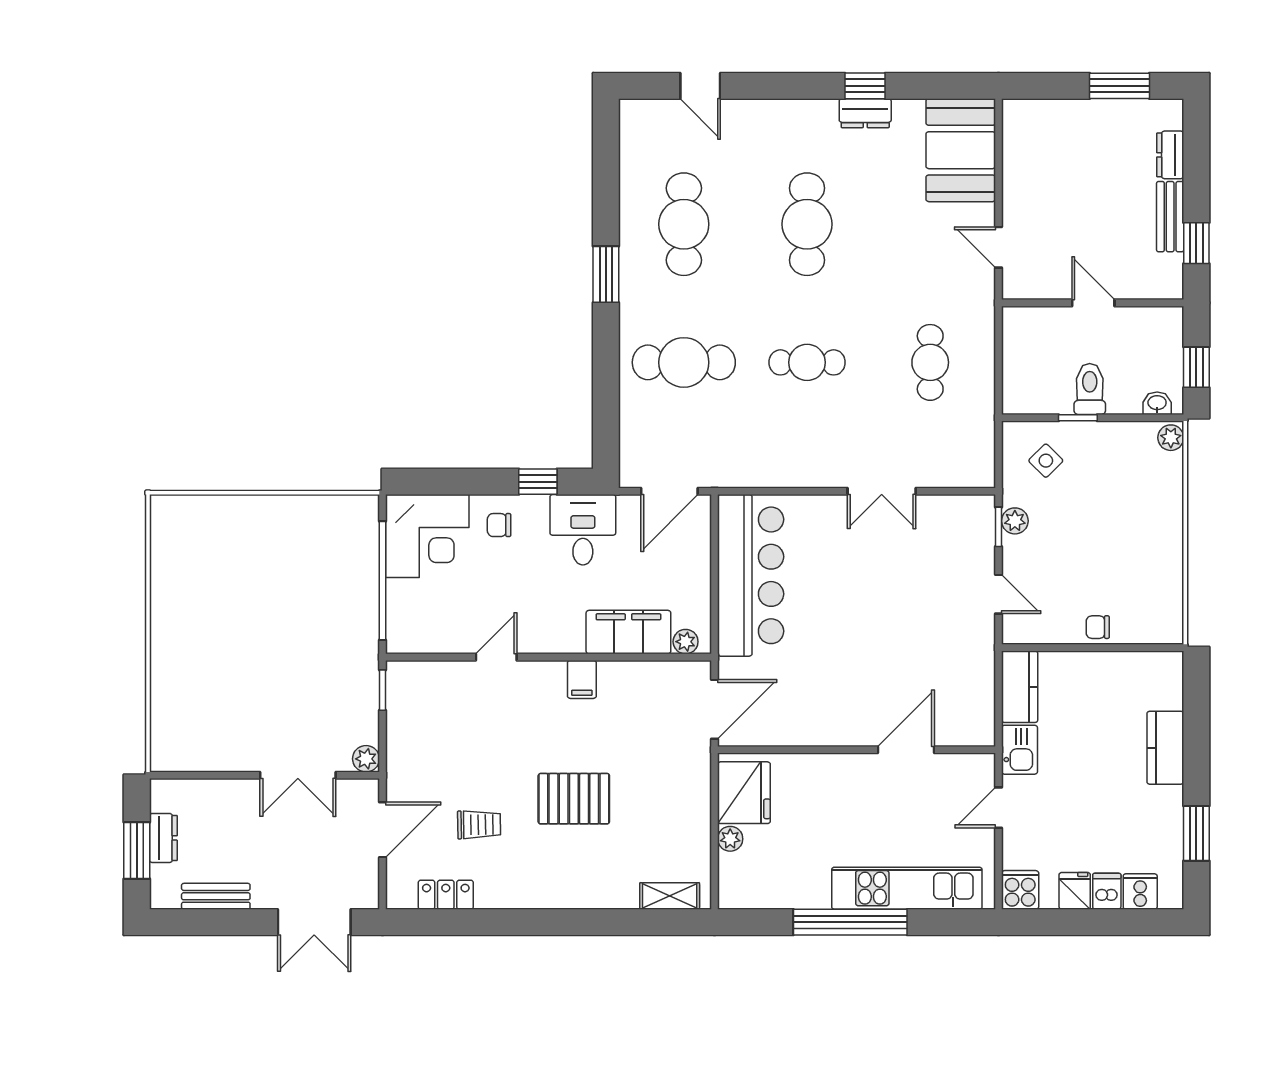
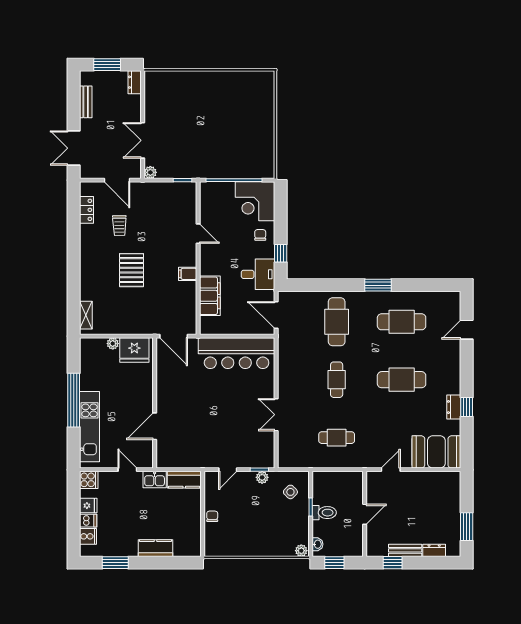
plant: (686, 642) -> (205, 323), removed
door: (906, 750) -> (155, 426), swing flipped
dresser: (163, 838) -> (135, 82), moved, turned 90

